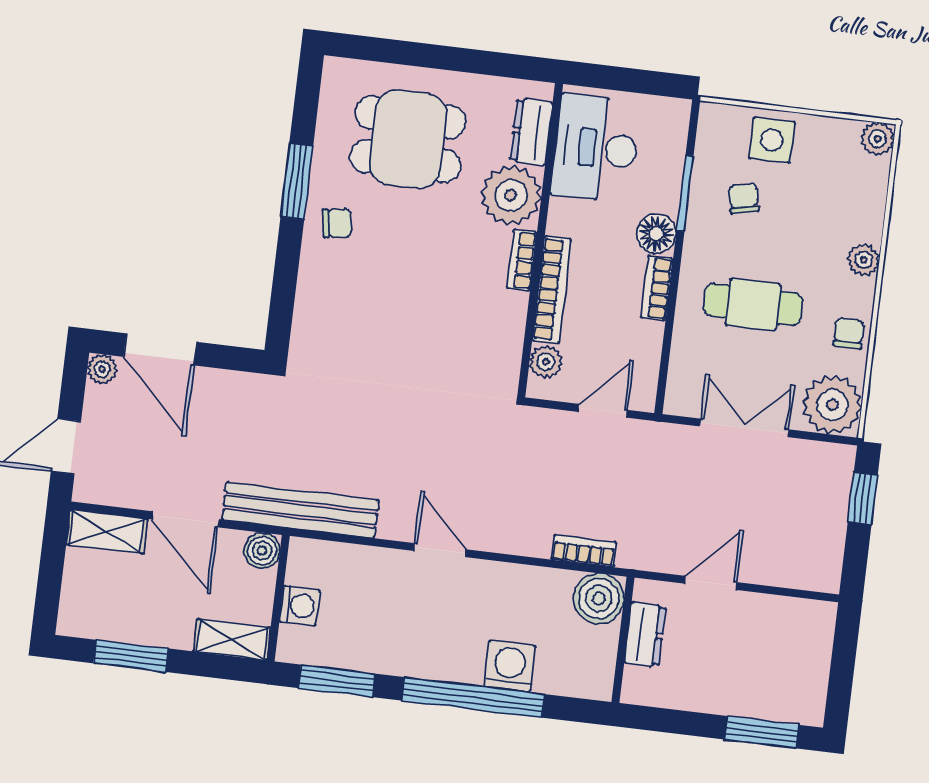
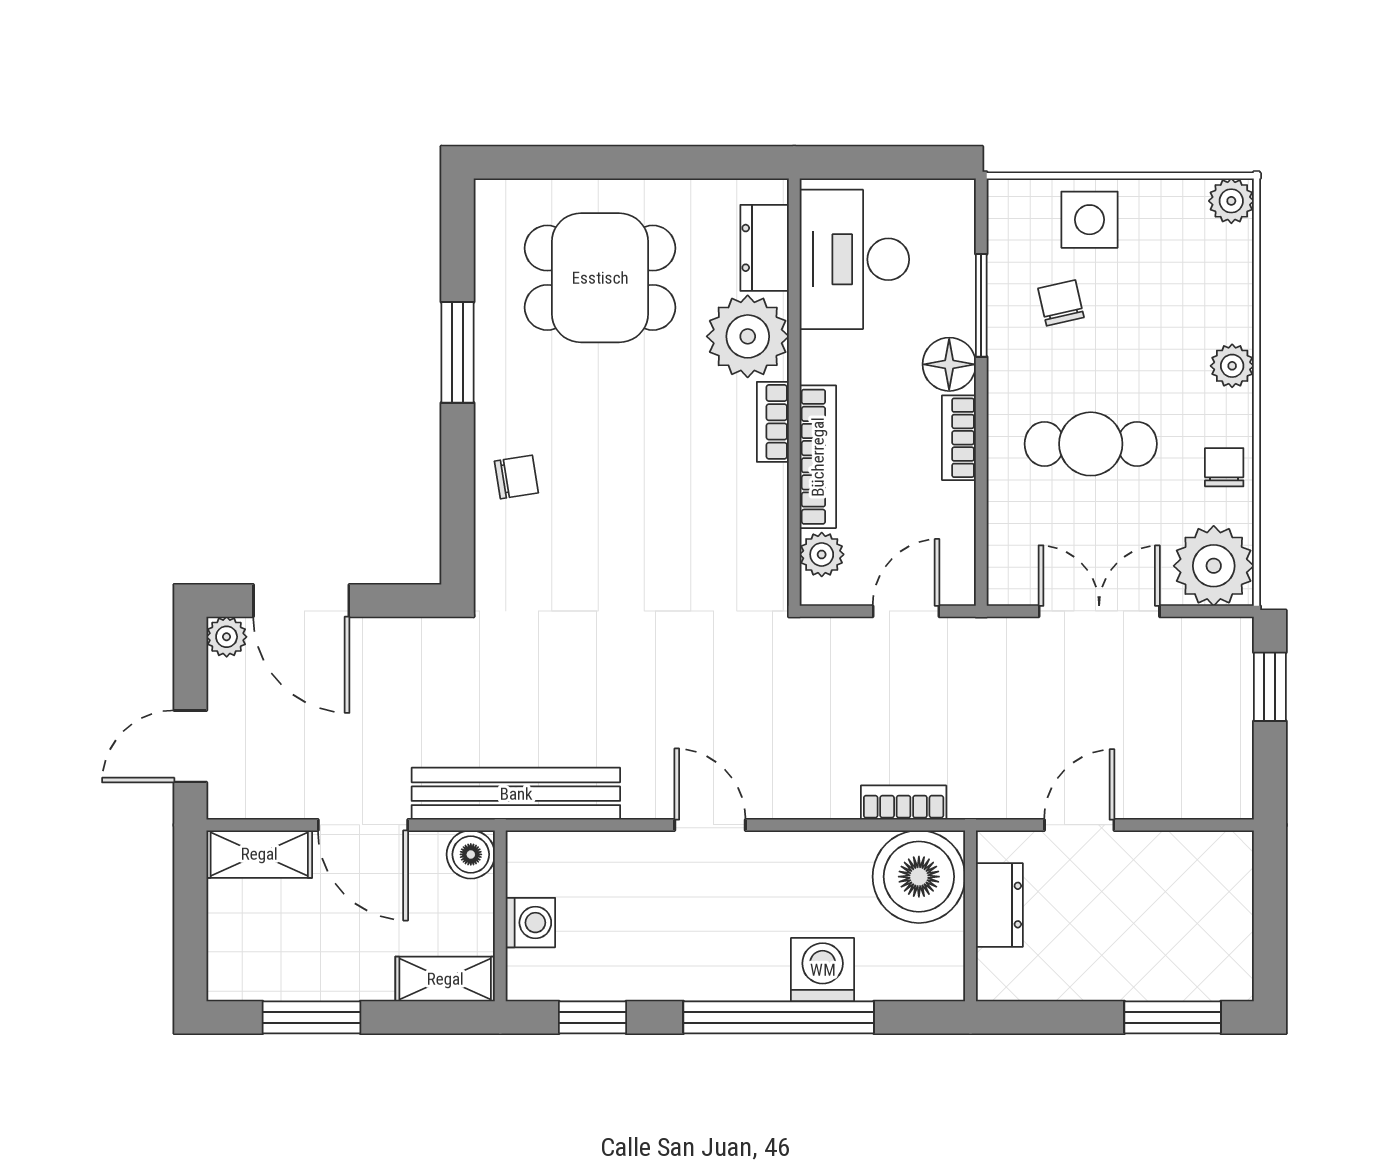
chair: (337, 223) -> (516, 477), moved
boiler: (599, 599) -> (919, 877), width x1.37, depth x1.37
window: (337, 681) -> (593, 1017), width x0.67

